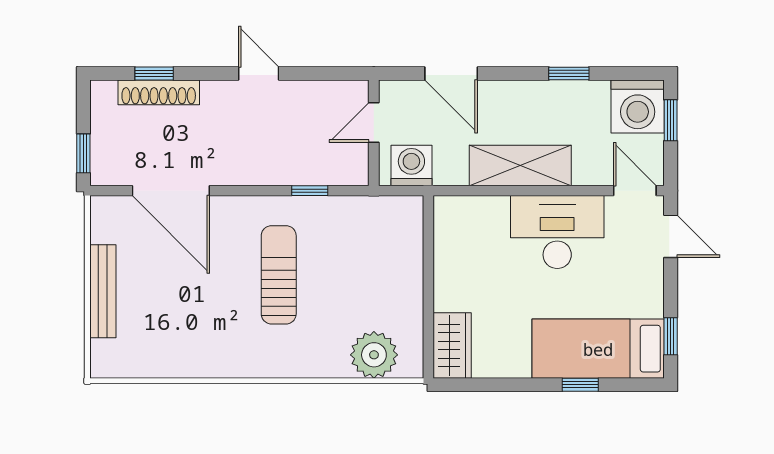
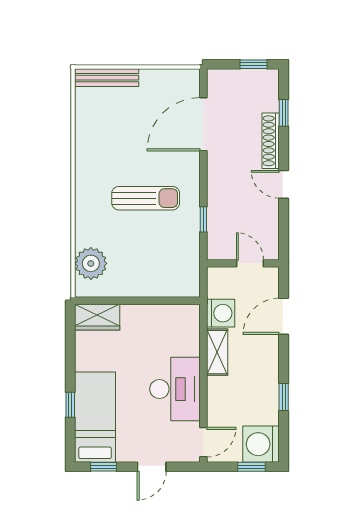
door: (259, 73) -> (284, 184), swing flipped
shoe rack: (159, 92) -> (271, 141), moved
window: (83, 153) -> (254, 64), moved
washing machine: (411, 165) -> (221, 313), moved
shelving: (520, 165) -> (217, 352), width x0.67, depth x0.75
door: (671, 236) -> (152, 467), moved
bench: (103, 291) -> (107, 78), moved

